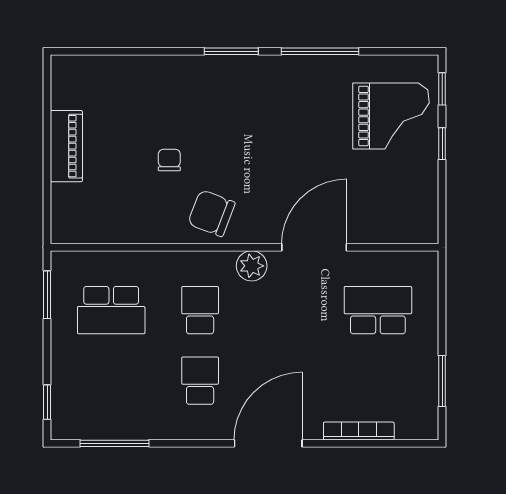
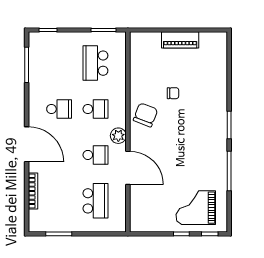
grand piano: (391, 116) -> (196, 208), turned 90
school desk: (289, 310) -> (95, 155), added

